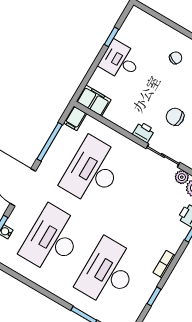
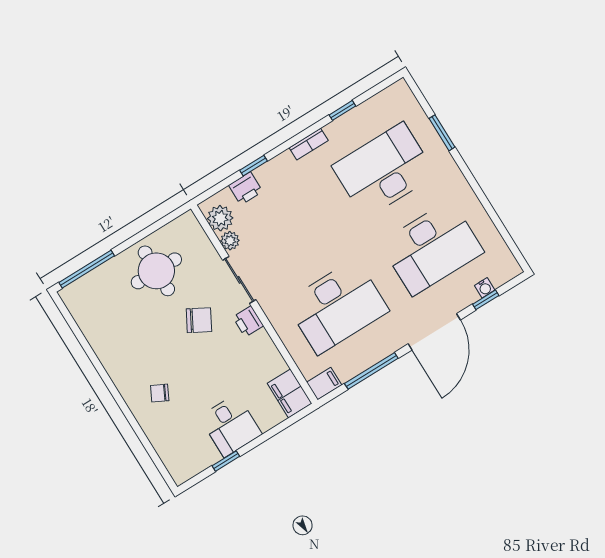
chair: (175, 117) -> (199, 320), turned -61
desk: (108, 272) -> (384, 170), turned 180

